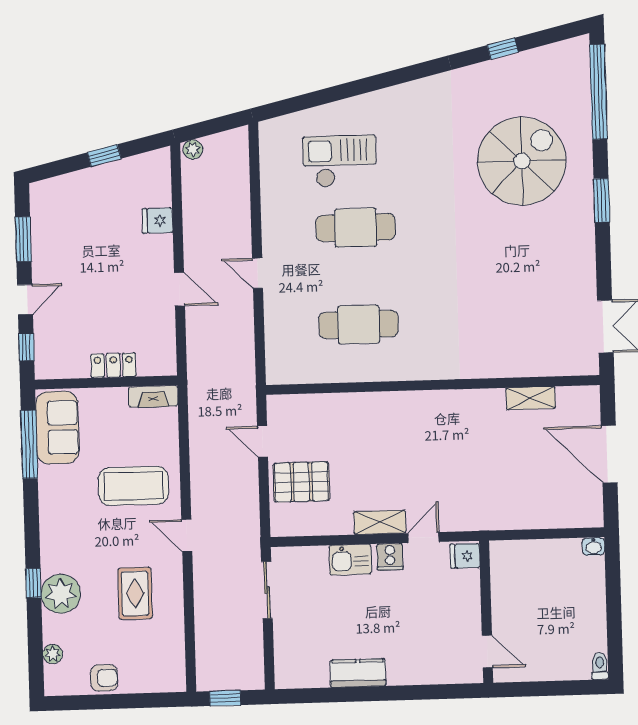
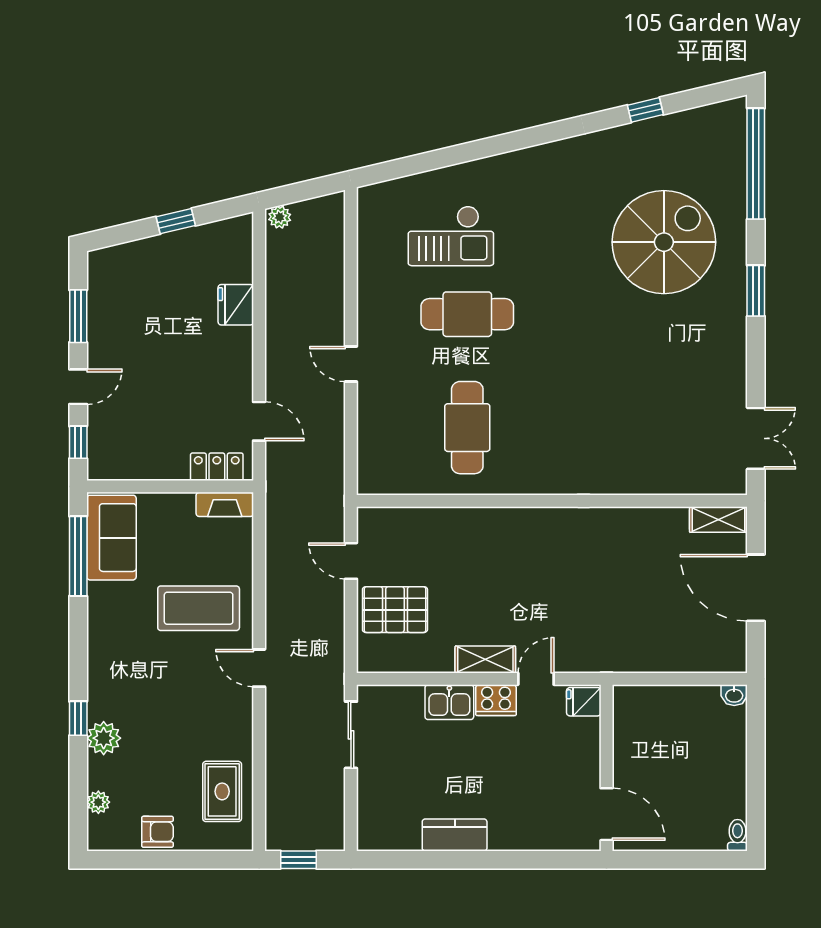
checkout: (340, 161) -> (451, 236), turned 180
fridge: (157, 221) -> (236, 305), width x1.38
door: (179, 289) -> (259, 421), moved
cafe table: (359, 325) -> (467, 428), turned 90
locker: (113, 365) -> (217, 467), moved
shelving: (531, 398) -> (718, 519), moved
cooker: (390, 557) -> (496, 700), width x1.36
rug: (135, 593) -> (222, 791), moved
plant: (61, 594) -> (104, 738), width x0.73, depth x0.73
door: (487, 651) -> (607, 814), width x1.38

